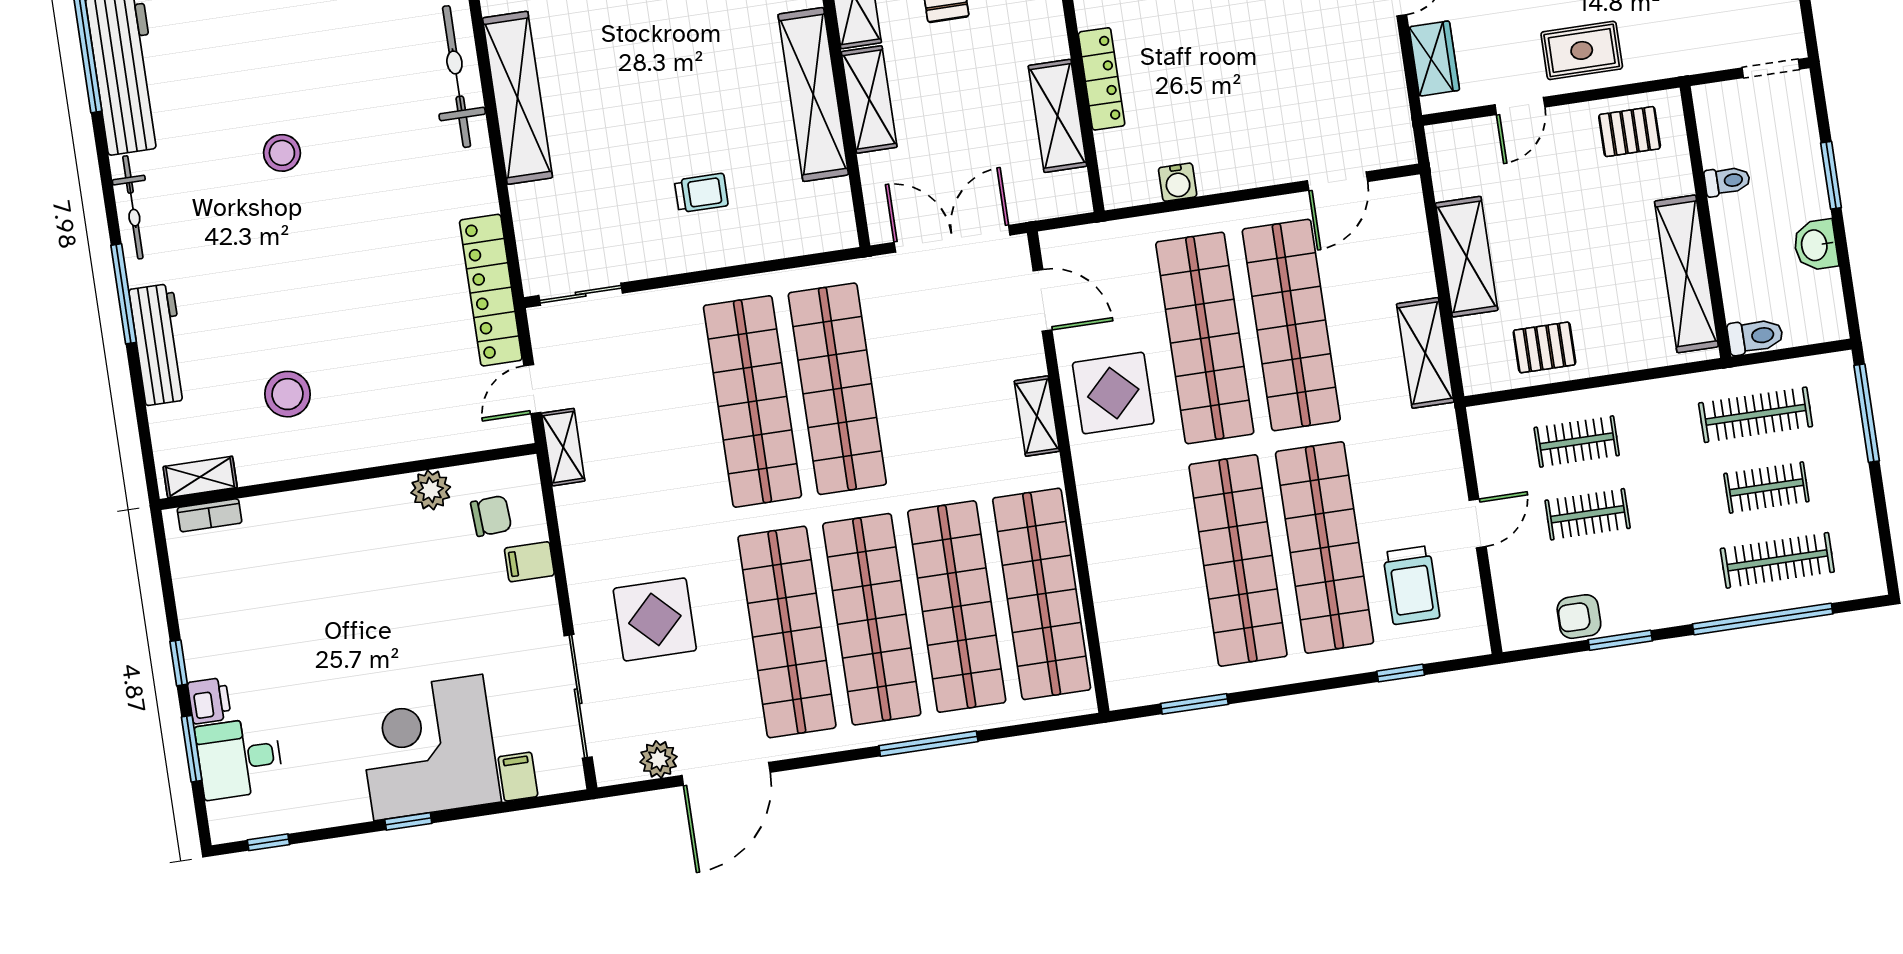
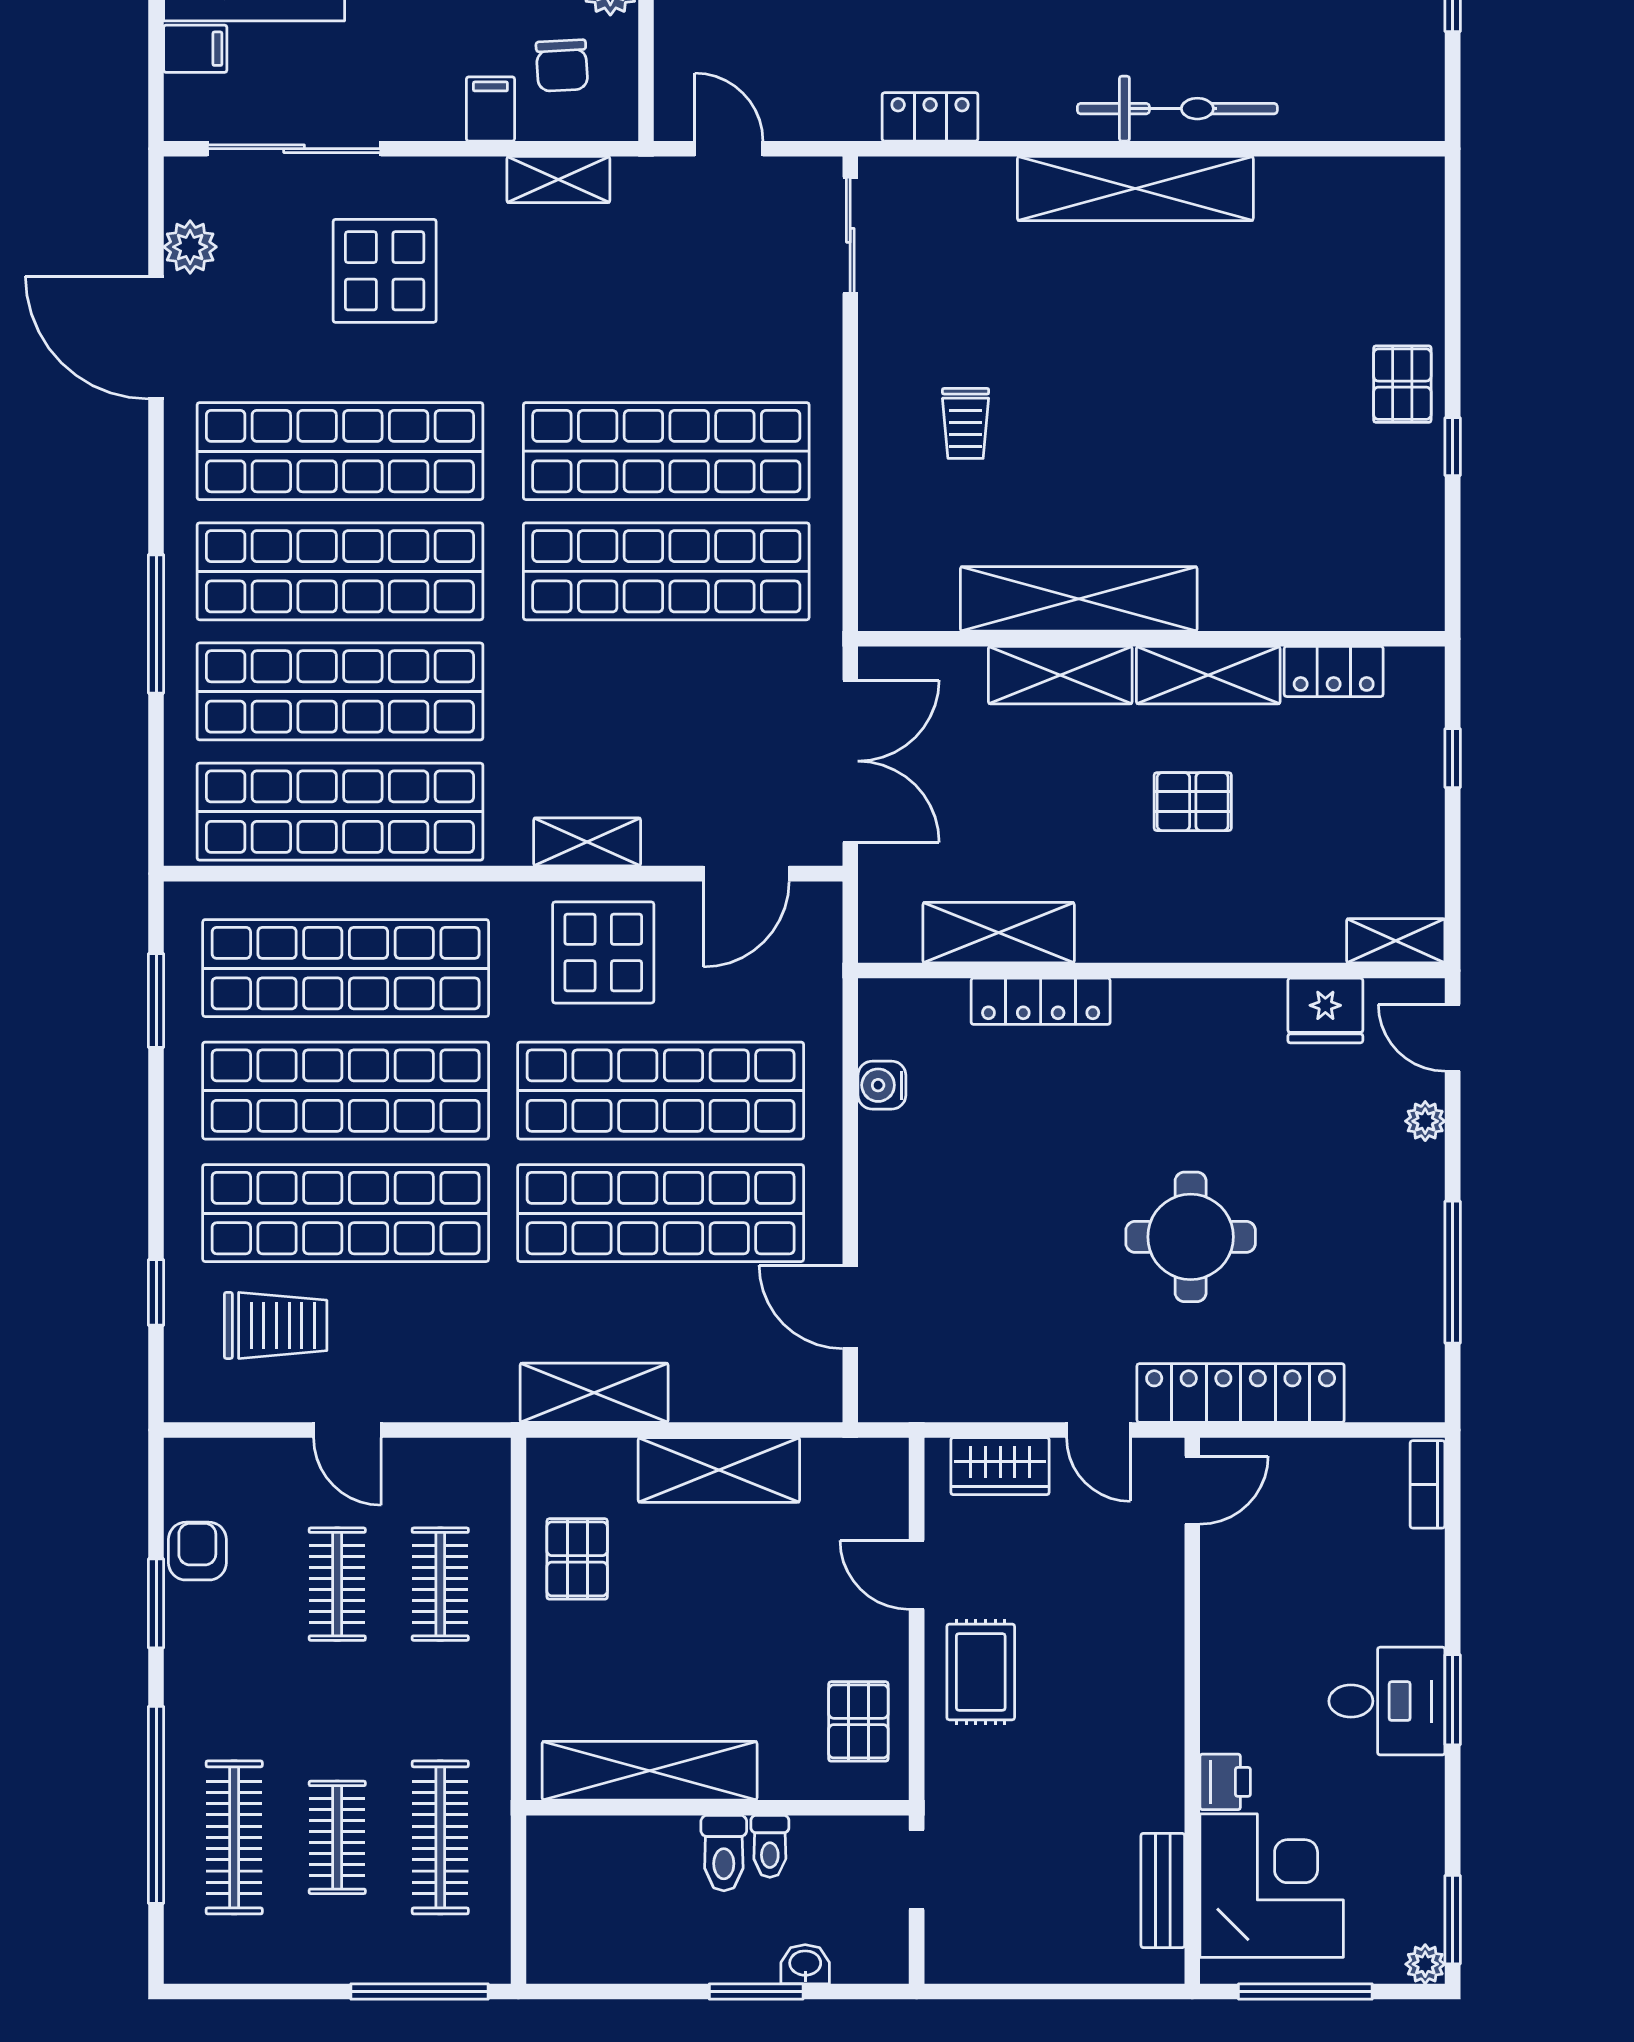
doorway: (1771, 68) -> (917, 1870), moved
washbasin: (1815, 245) -> (805, 1964), moved, width x0.72, depth x0.69
locker: (491, 290) -> (930, 117), width x0.46, depth x0.83
toilet: (1755, 336) -> (724, 1853), moved
shelving: (563, 447) -> (558, 180), moved
shop shelf: (1152, 573) -> (346, 968), added
trolley: (1411, 585) -> (276, 1325), turned 180

